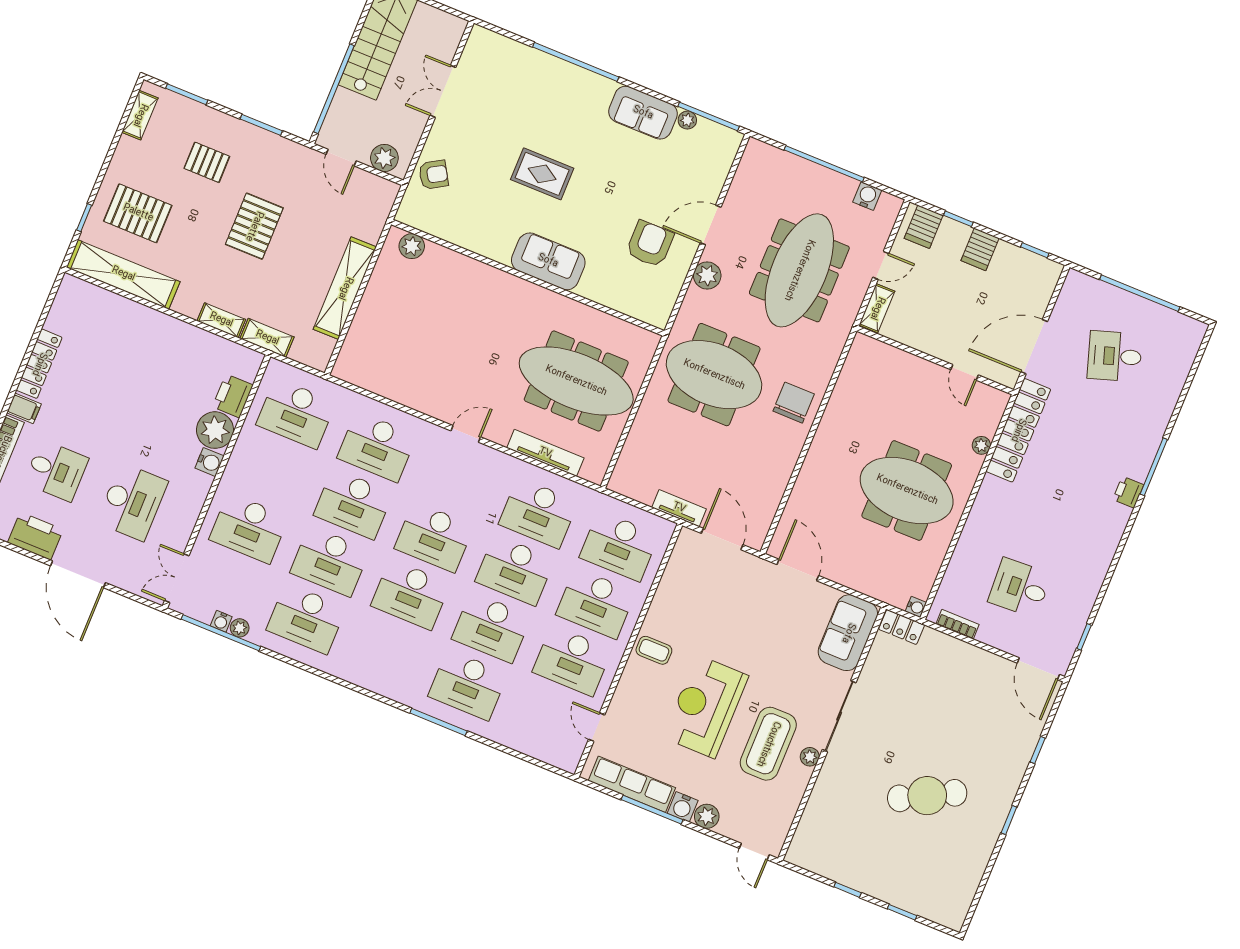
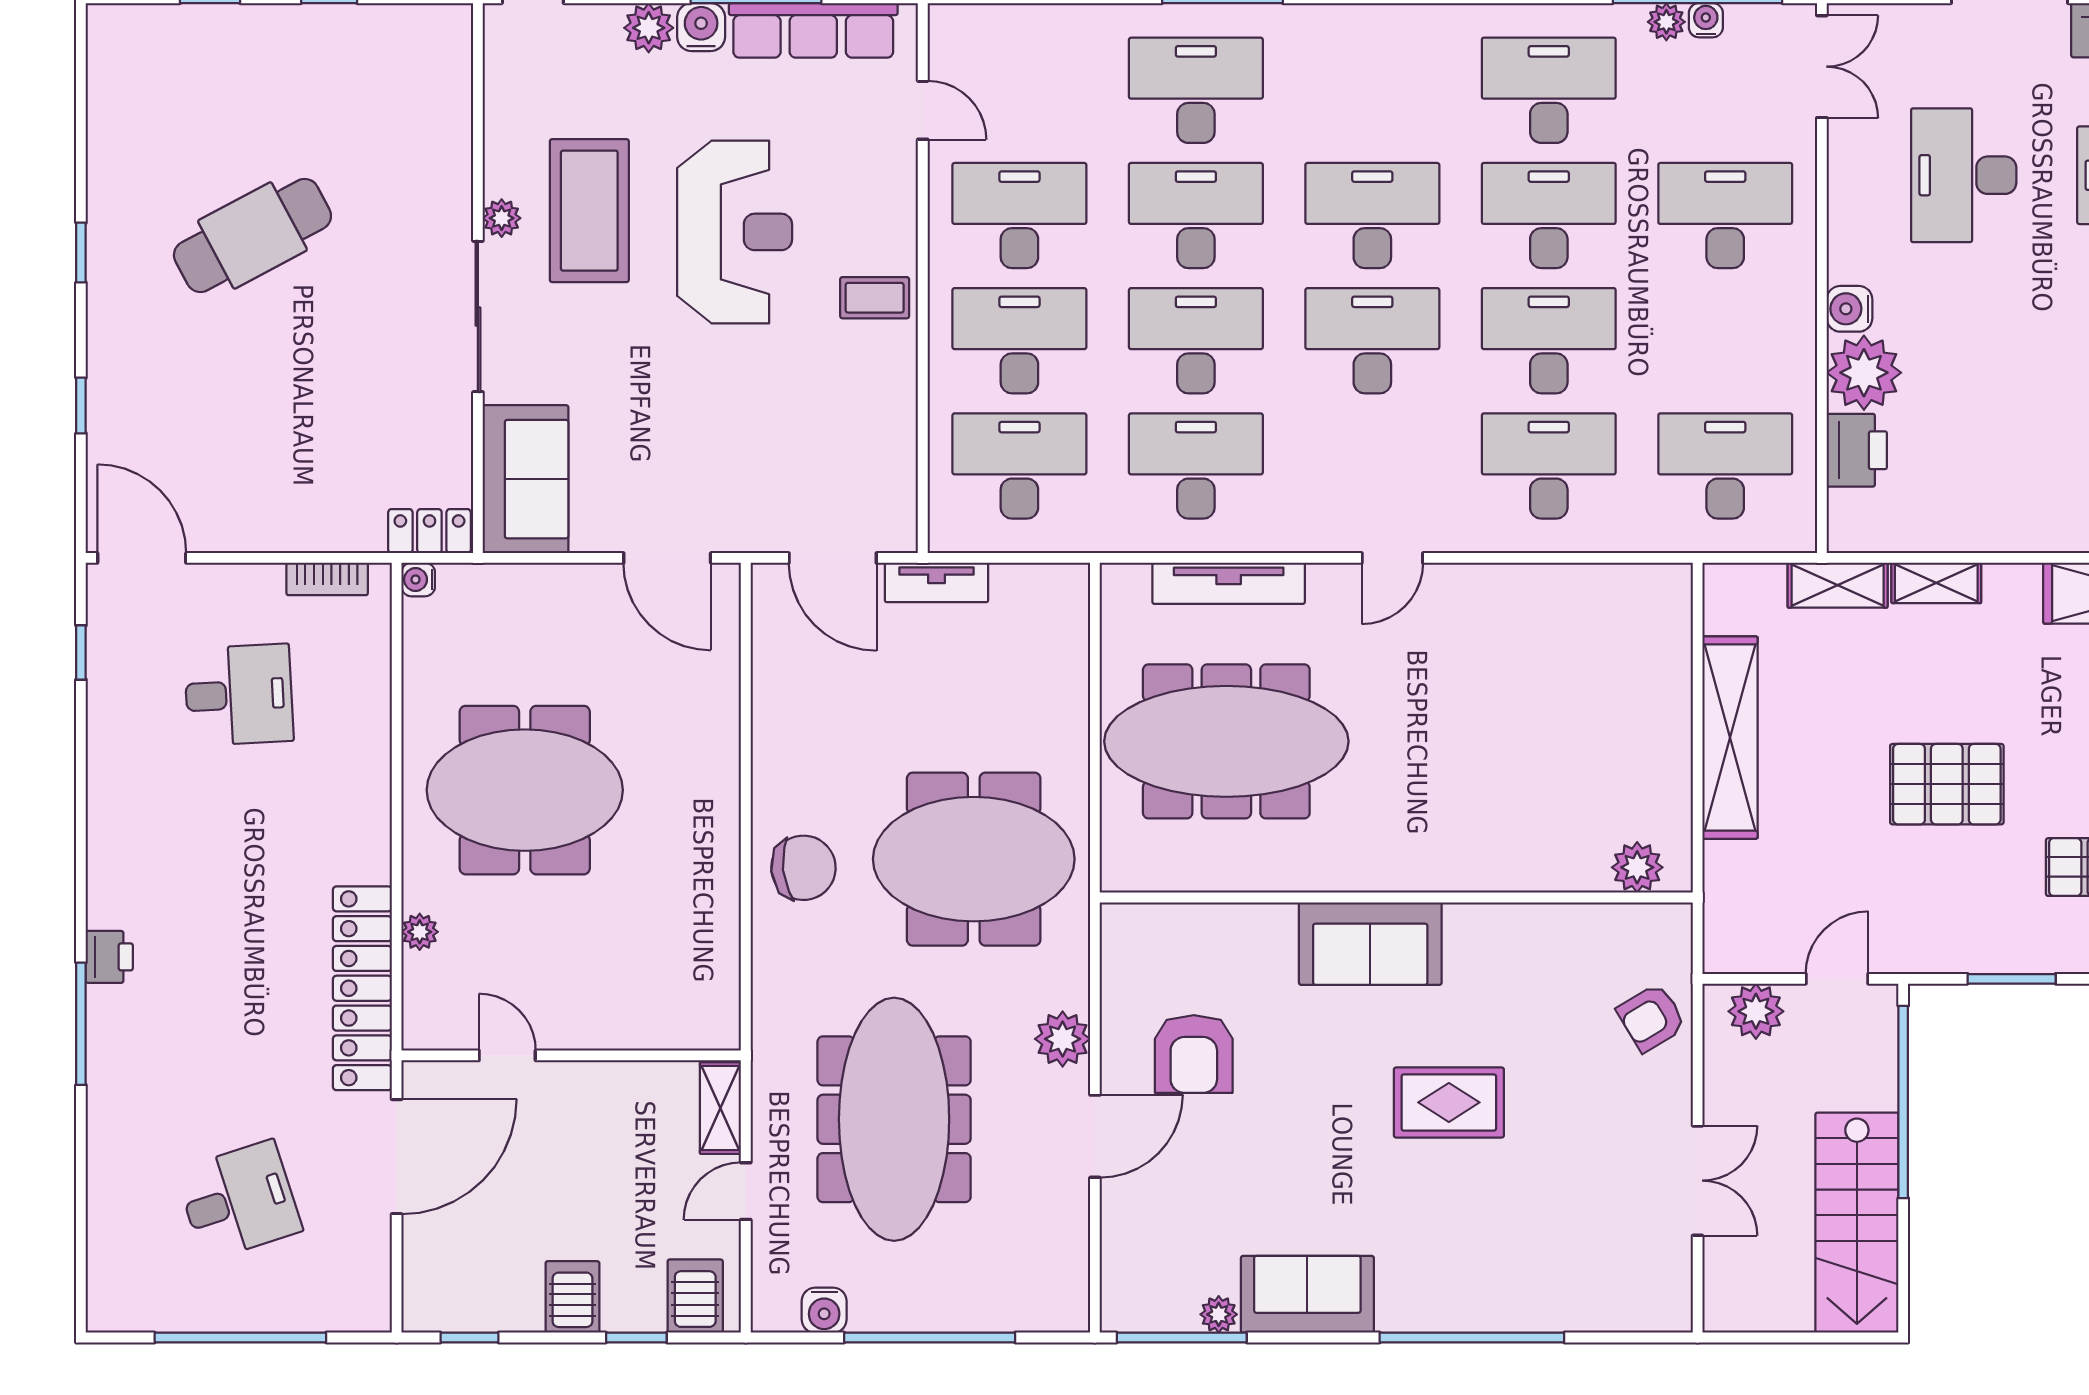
door: (341, 158) -> (1837, 979), hinge flipped
pallet: (254, 226) -> (1947, 784), turned 90
chair: (794, 403) -> (803, 868), turned -96

